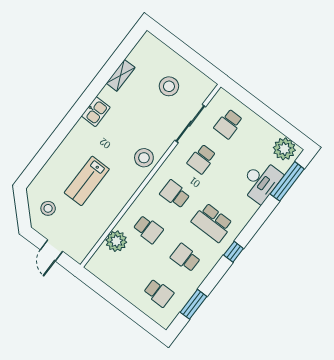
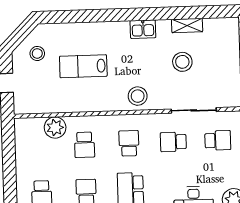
stool: (169, 86) -> (182, 62), moved
school desk: (228, 124) -> (218, 140), turned 180

